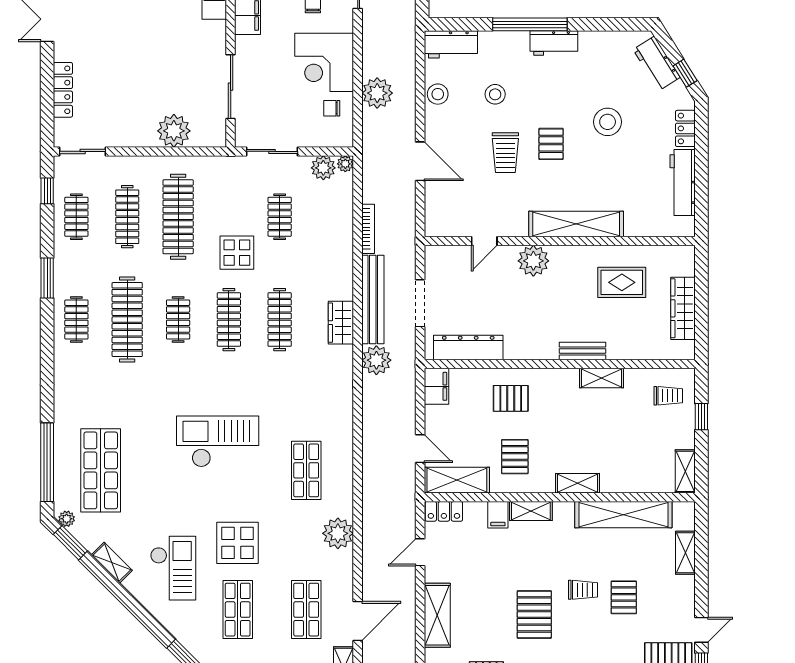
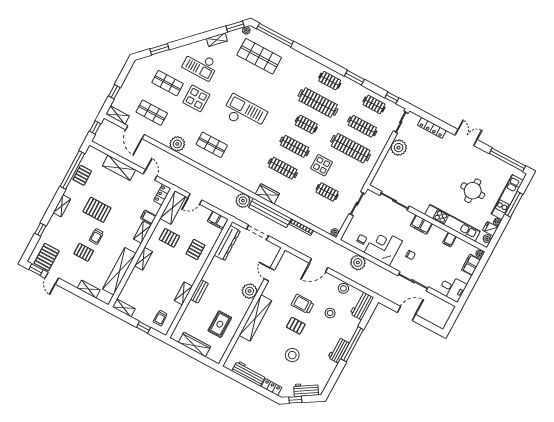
plant: (174, 131) -> (399, 148), moved
plant: (323, 168) -> (338, 222), removed
checkout: (218, 442) -> (245, 113), turned -90

